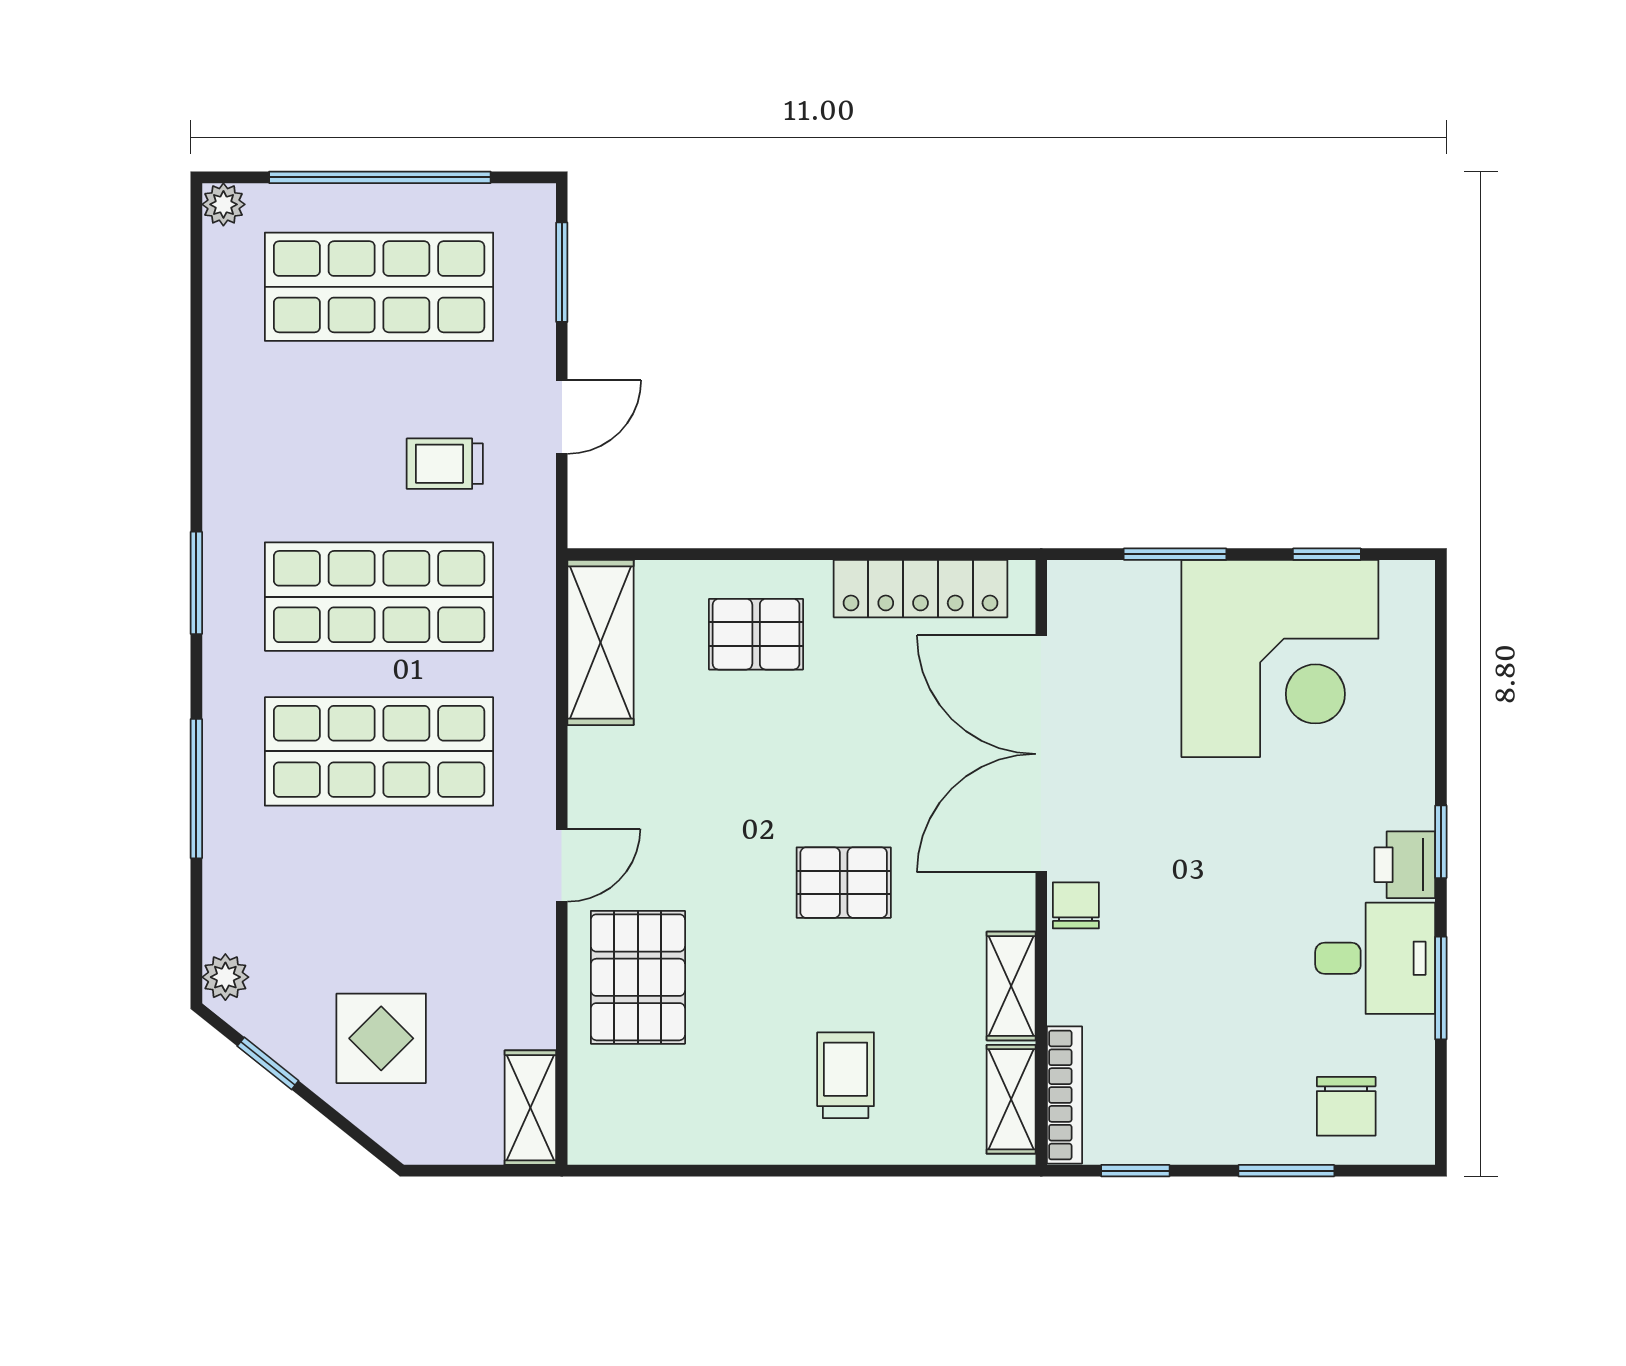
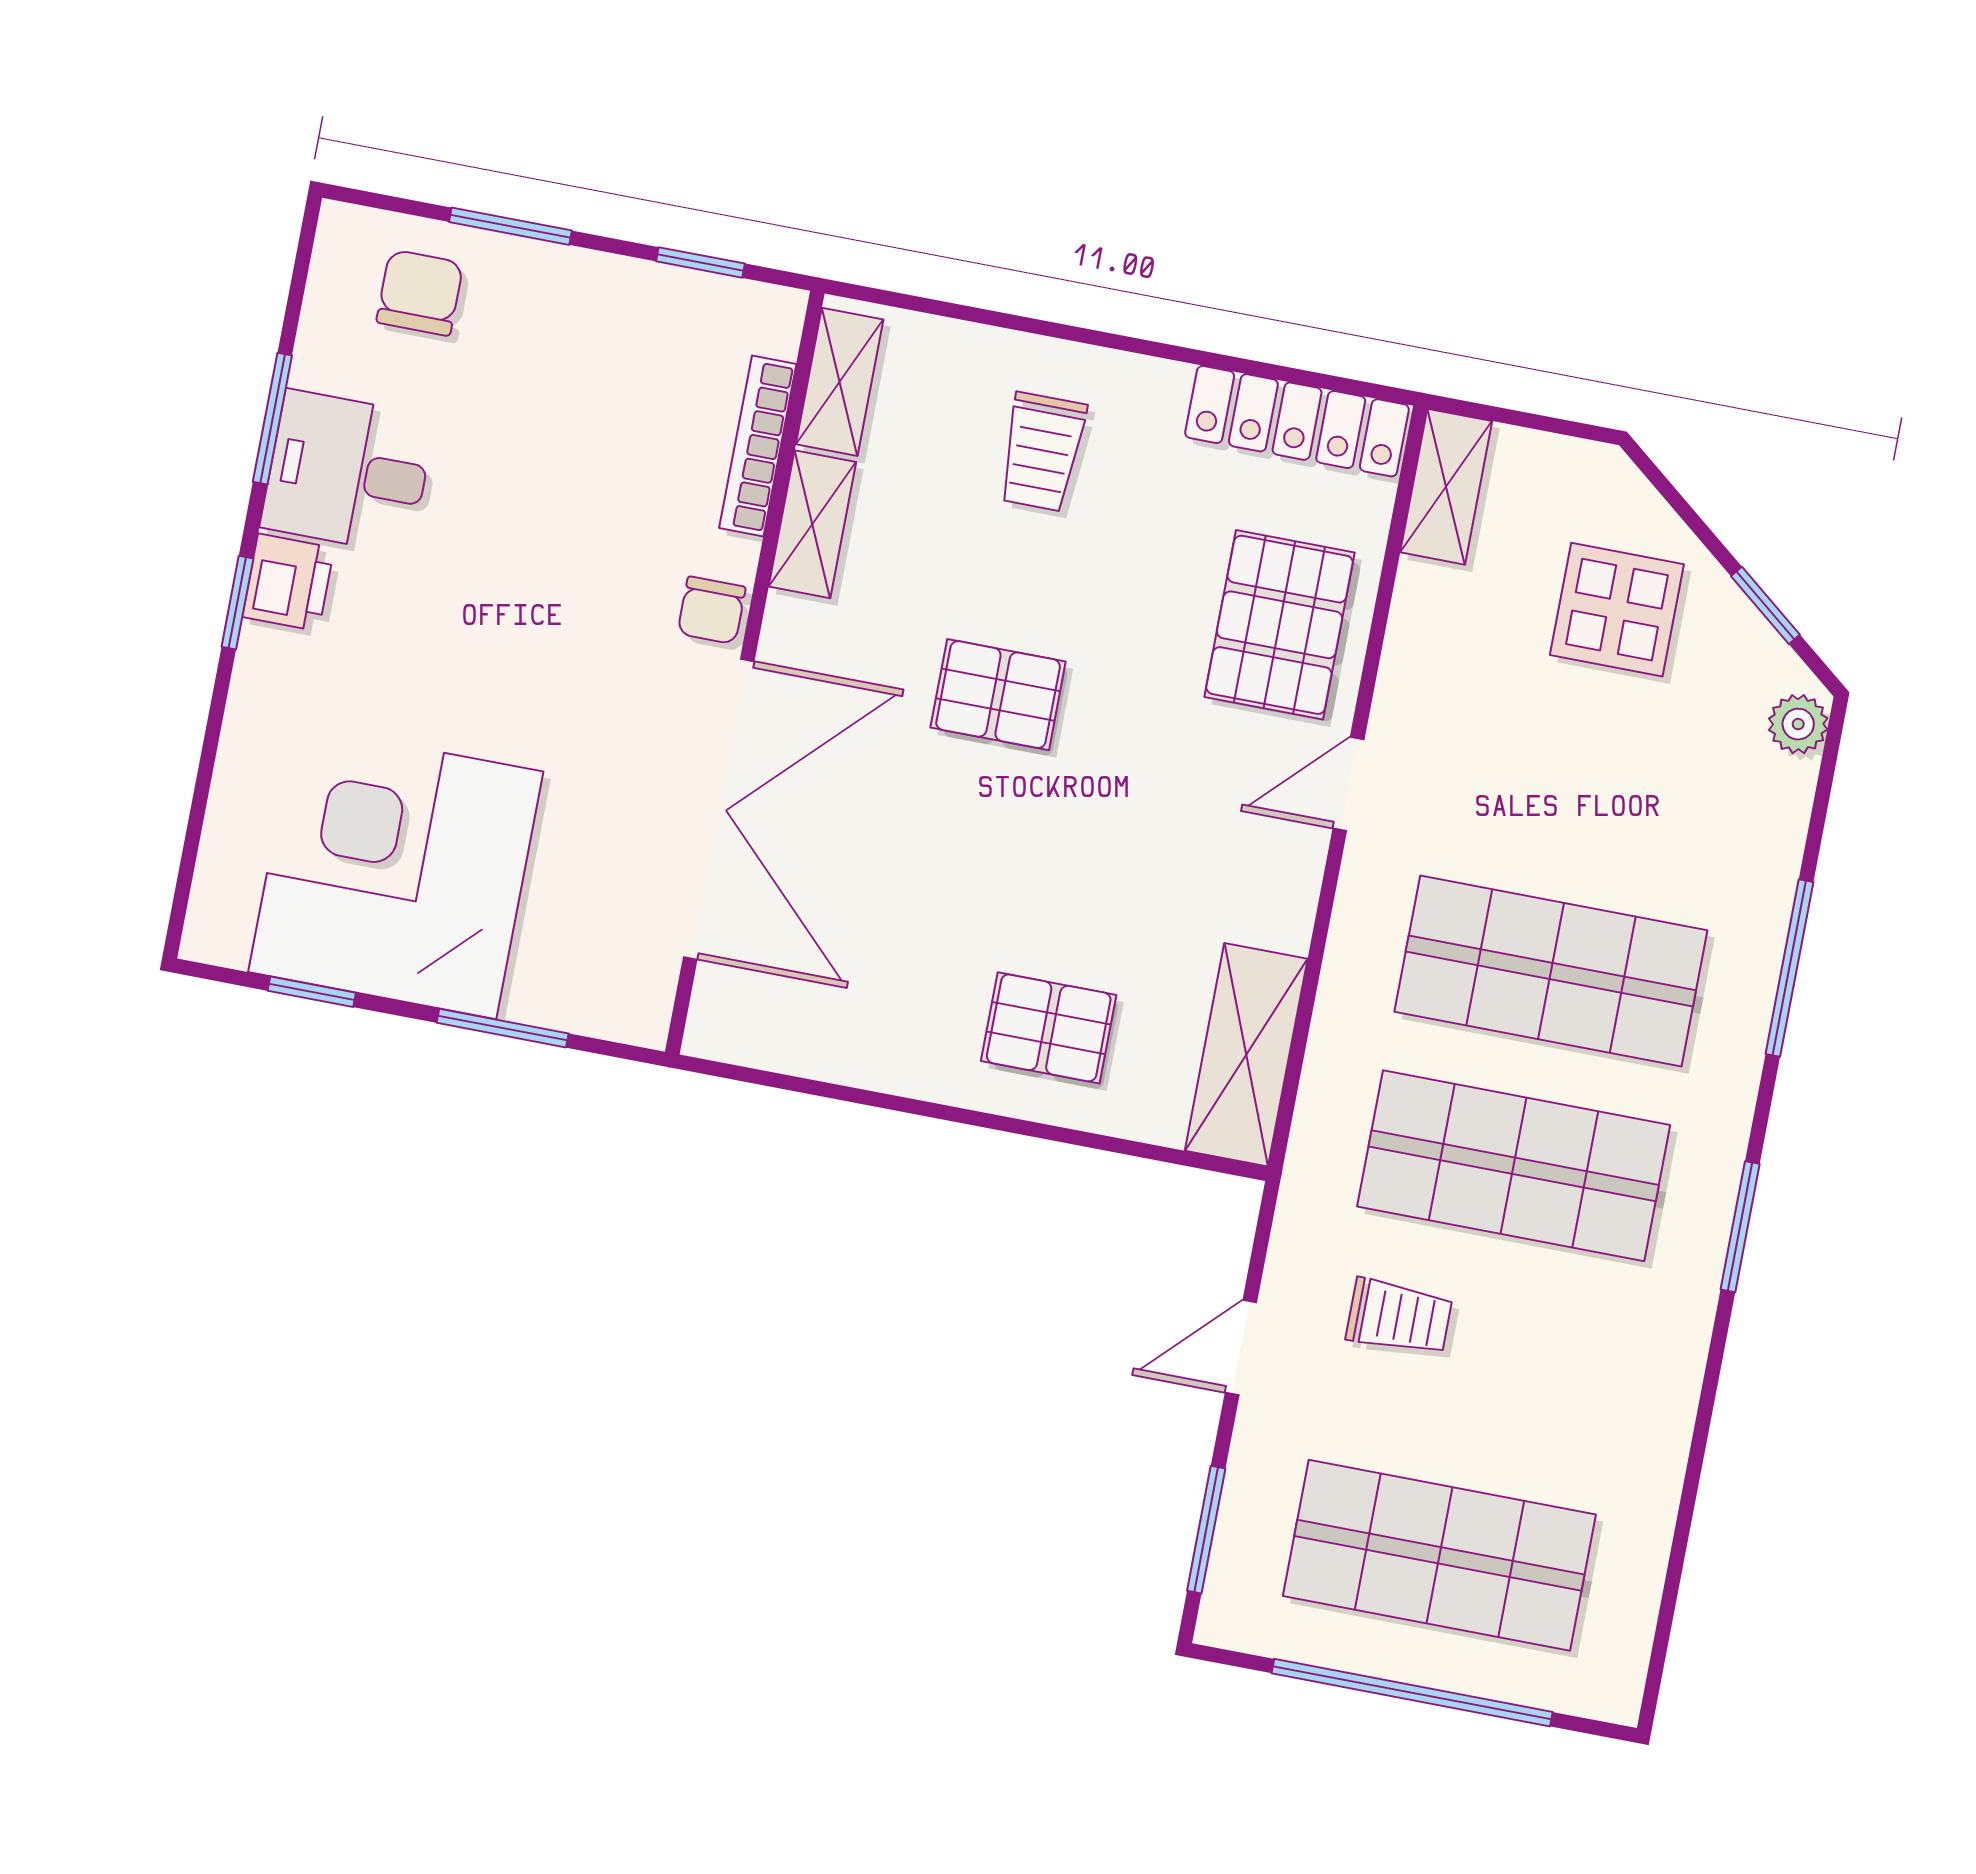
plant: (223, 204) -> (1615, 1696), removed
locker: (920, 589) -> (1297, 421), moved, turned 180
bookcase: (1065, 1095) -> (758, 446), moved

